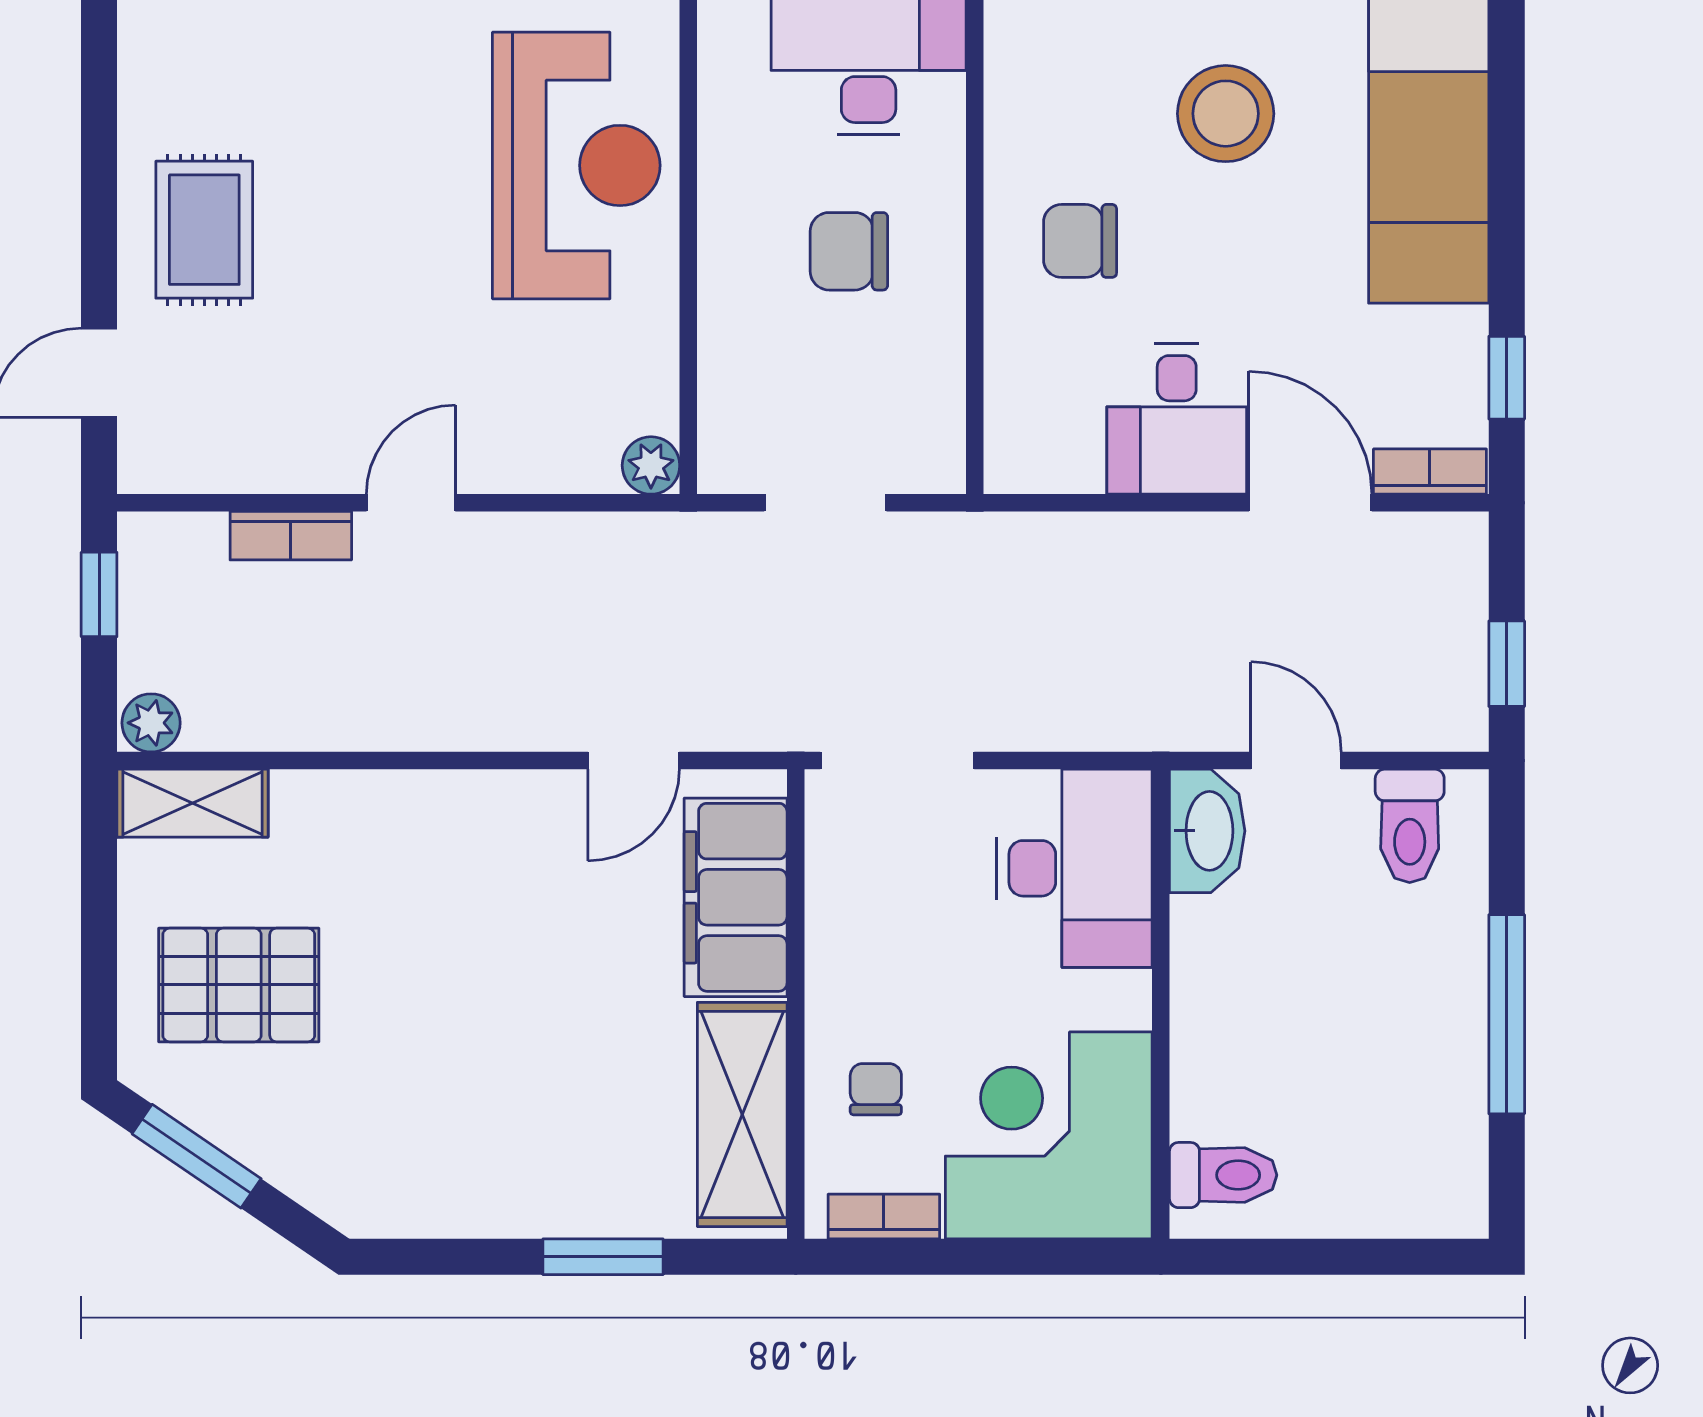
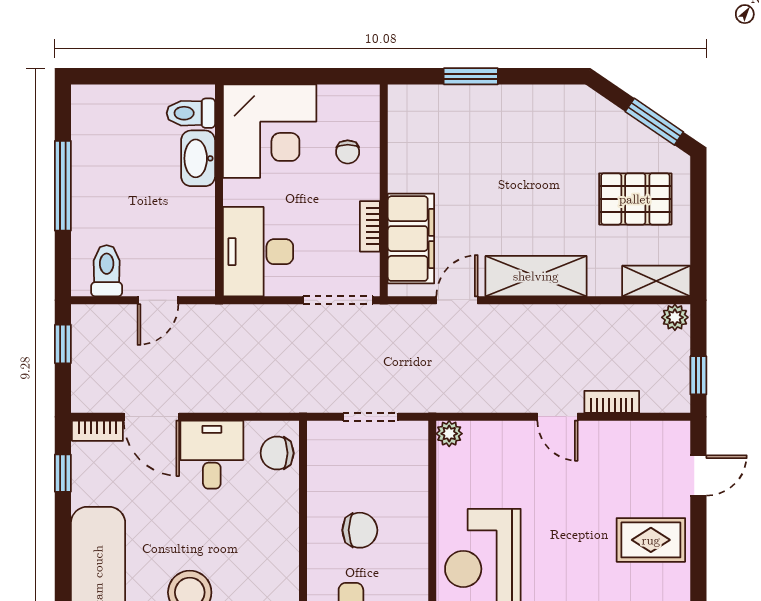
rug: (204, 230) -> (651, 540), turned 90
chair: (1080, 241) -> (277, 453), moved, turned 180
door: (411, 503) -> (558, 417), hinge flipped
door: (1296, 761) -> (158, 300), hinge flipped
washbasin: (1207, 831) -> (198, 158), moved
shelving: (742, 1114) -> (536, 276), moved, turned 90
bookcase: (884, 1217) -> (370, 226), moved, turned 90

